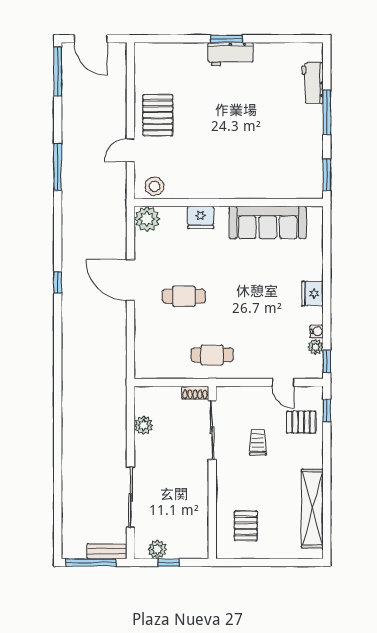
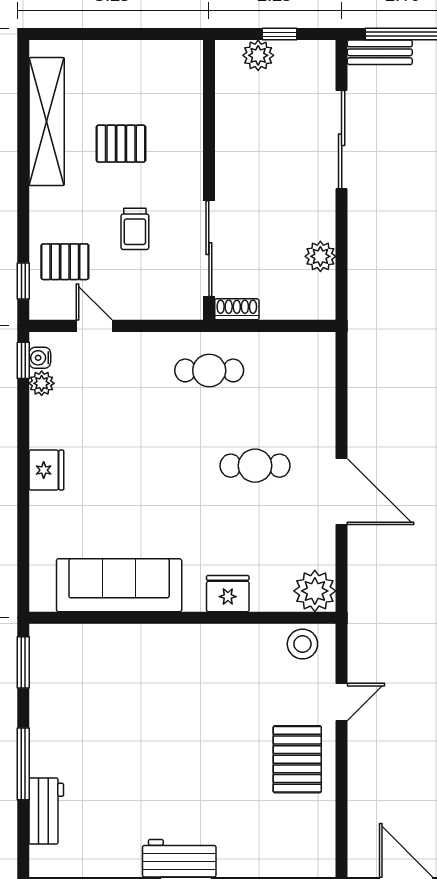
water cooler: (317, 331) -> (40, 358), moved
pallet: (246, 526) -> (121, 144), moved, turned 90
plant: (157, 549) -> (258, 55), moved

